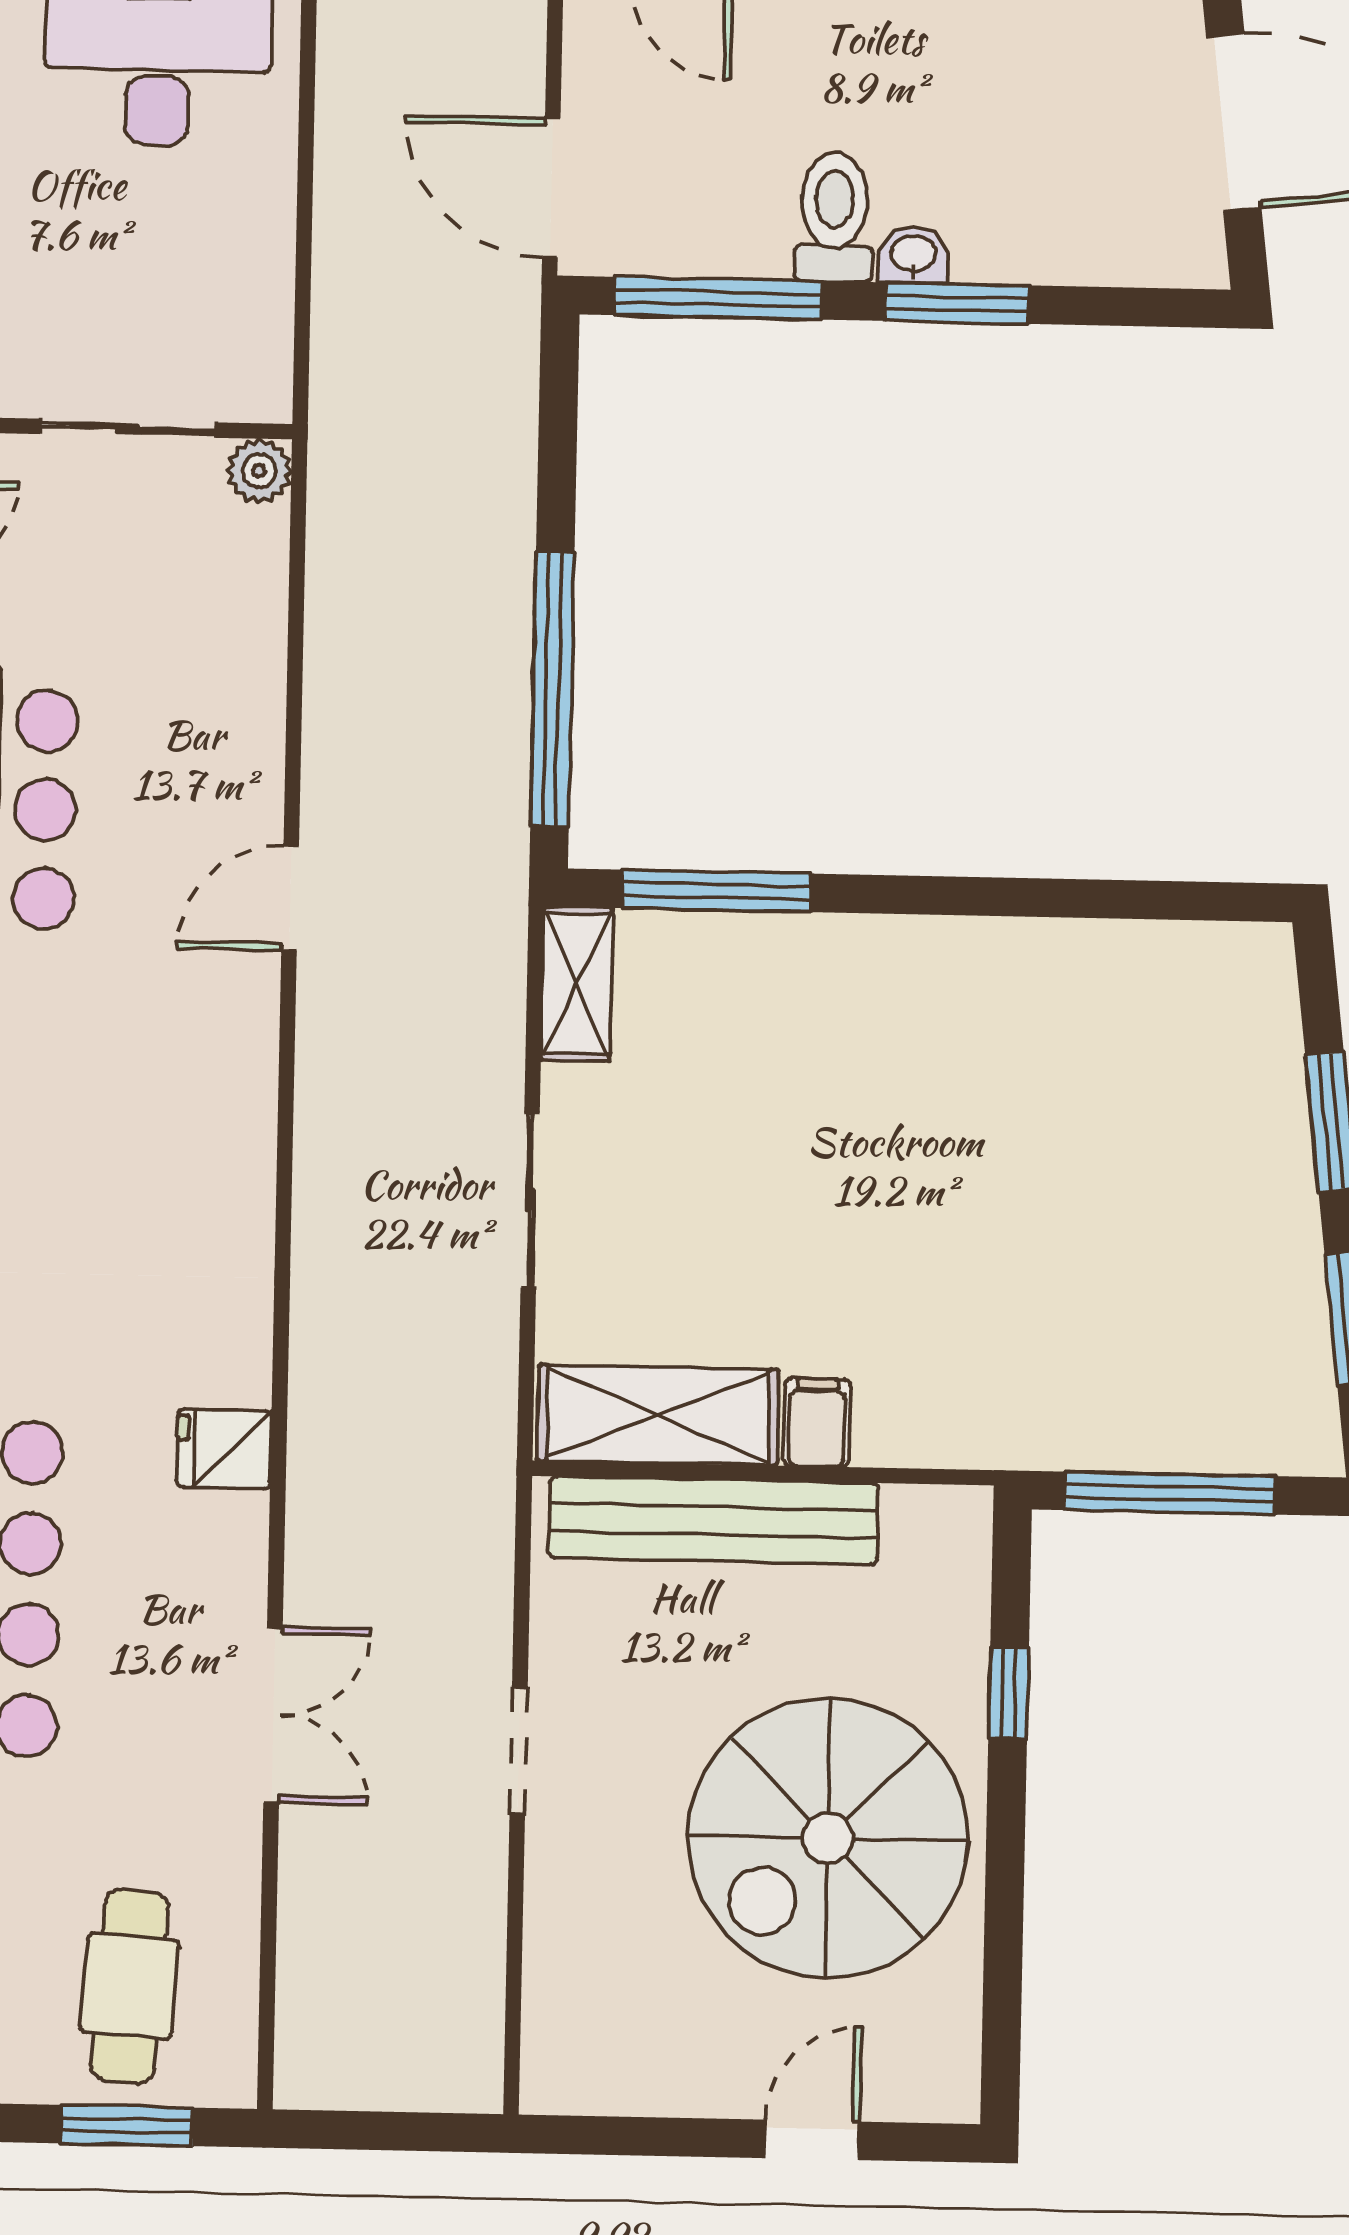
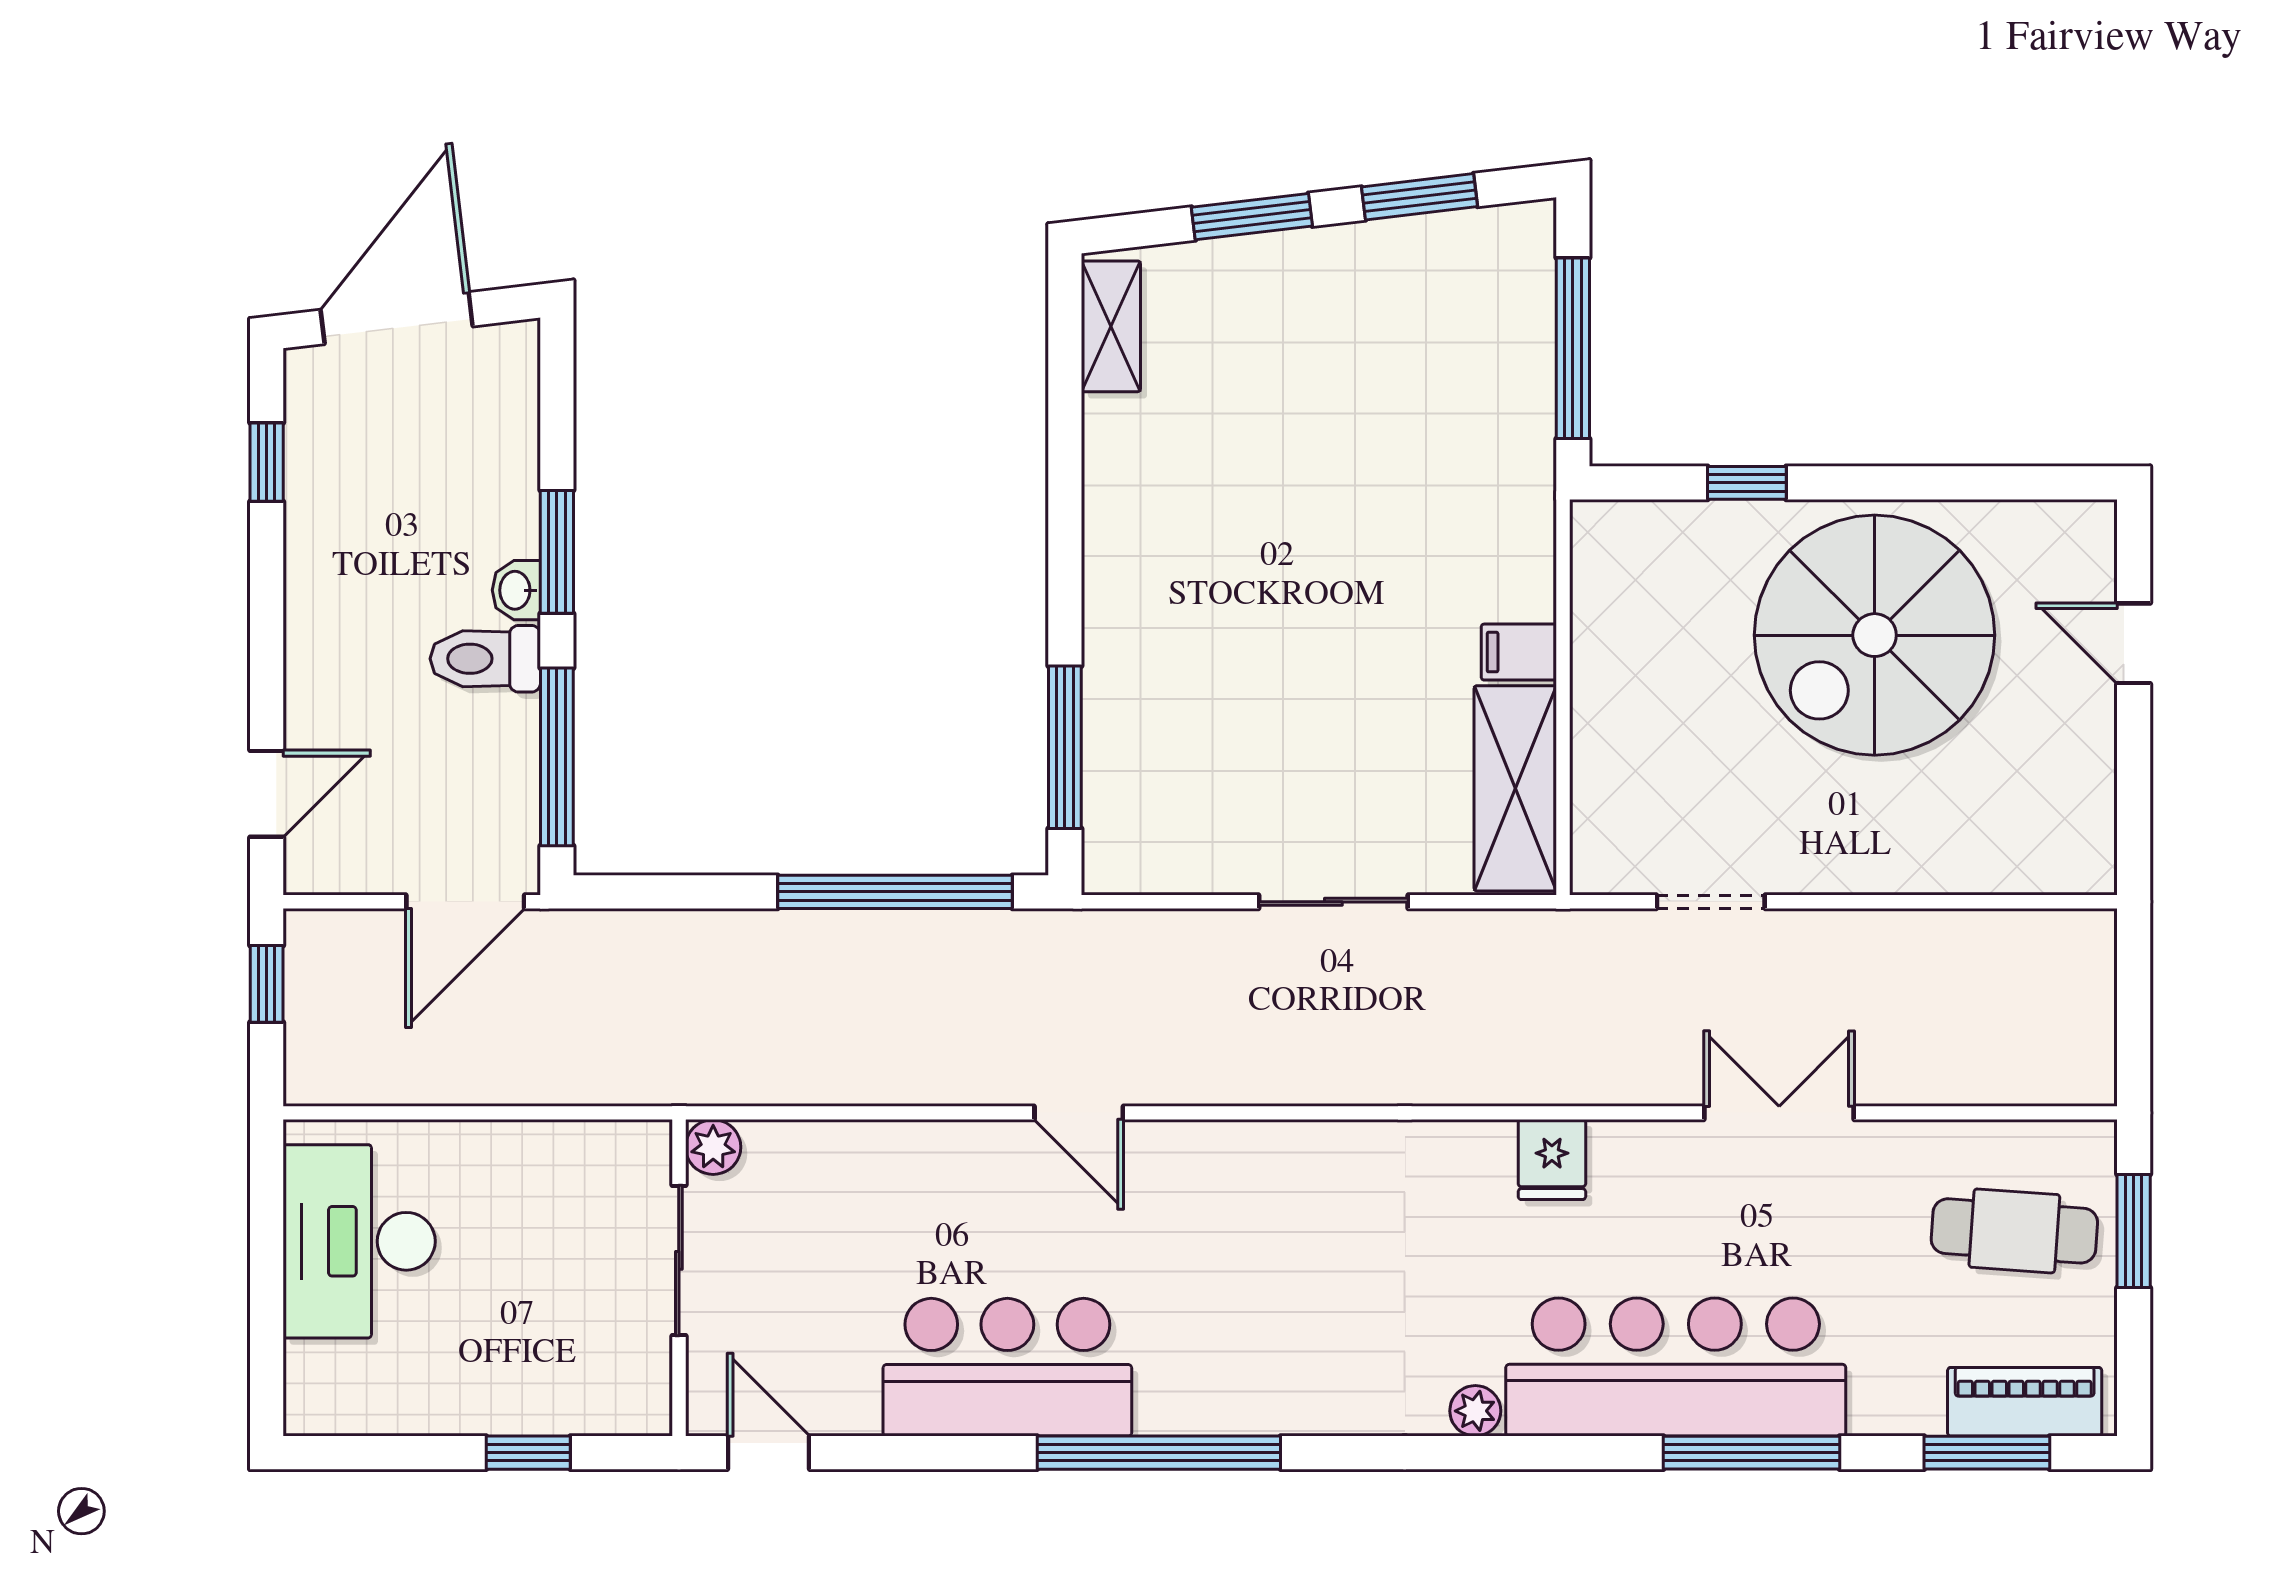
shelving: (577, 984) -> (1111, 326), moved, turned 90
bench: (713, 1521) -> (1605, 739), removed
doorway: (519, 1751) -> (1711, 902), moved
spiral stairs: (828, 1838) -> (1875, 635), turned 90

